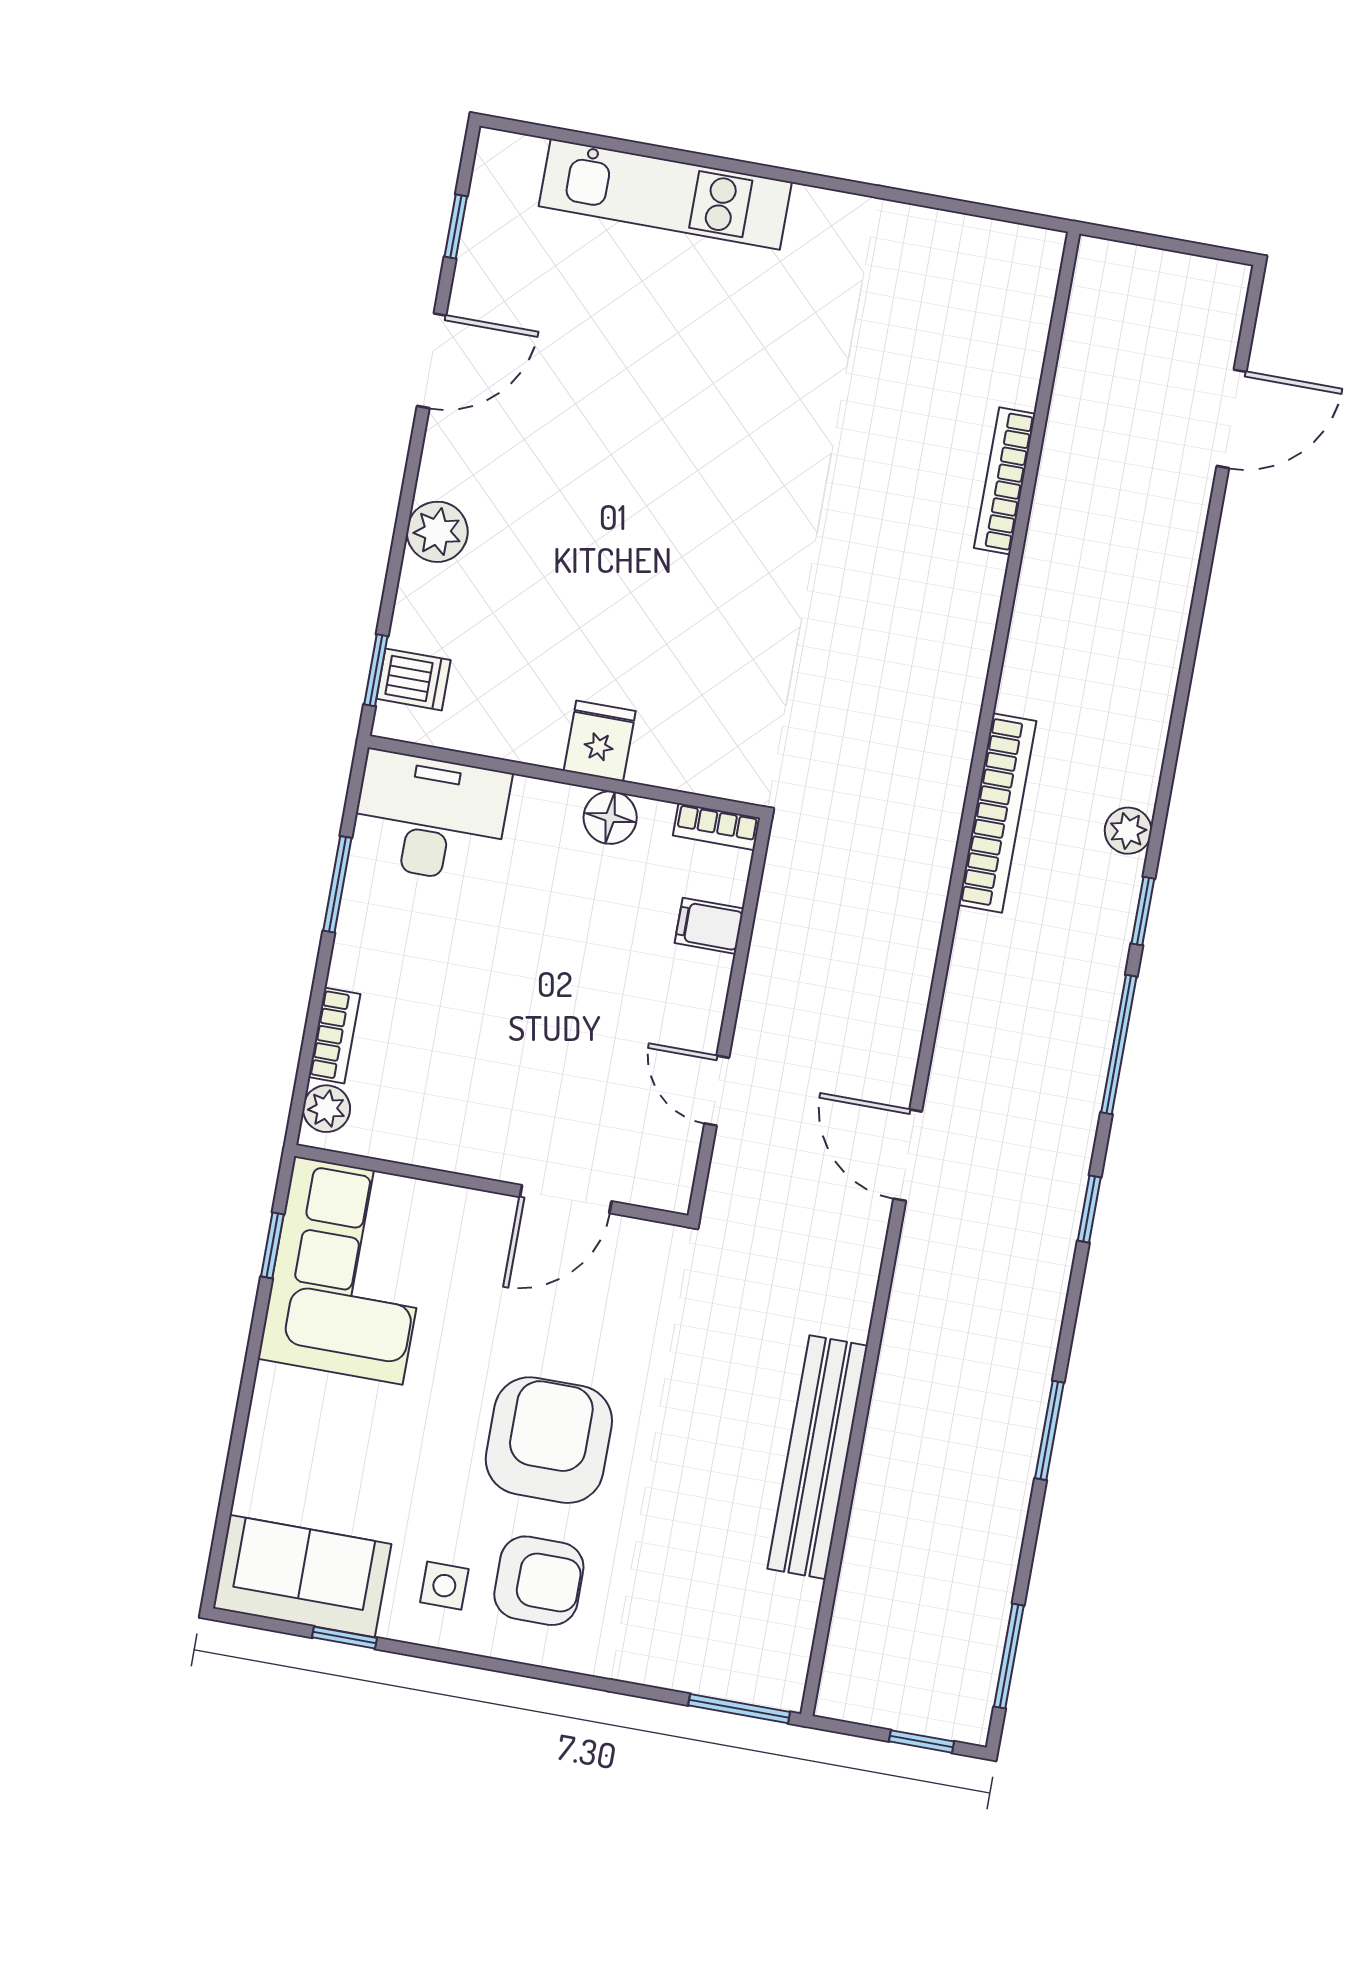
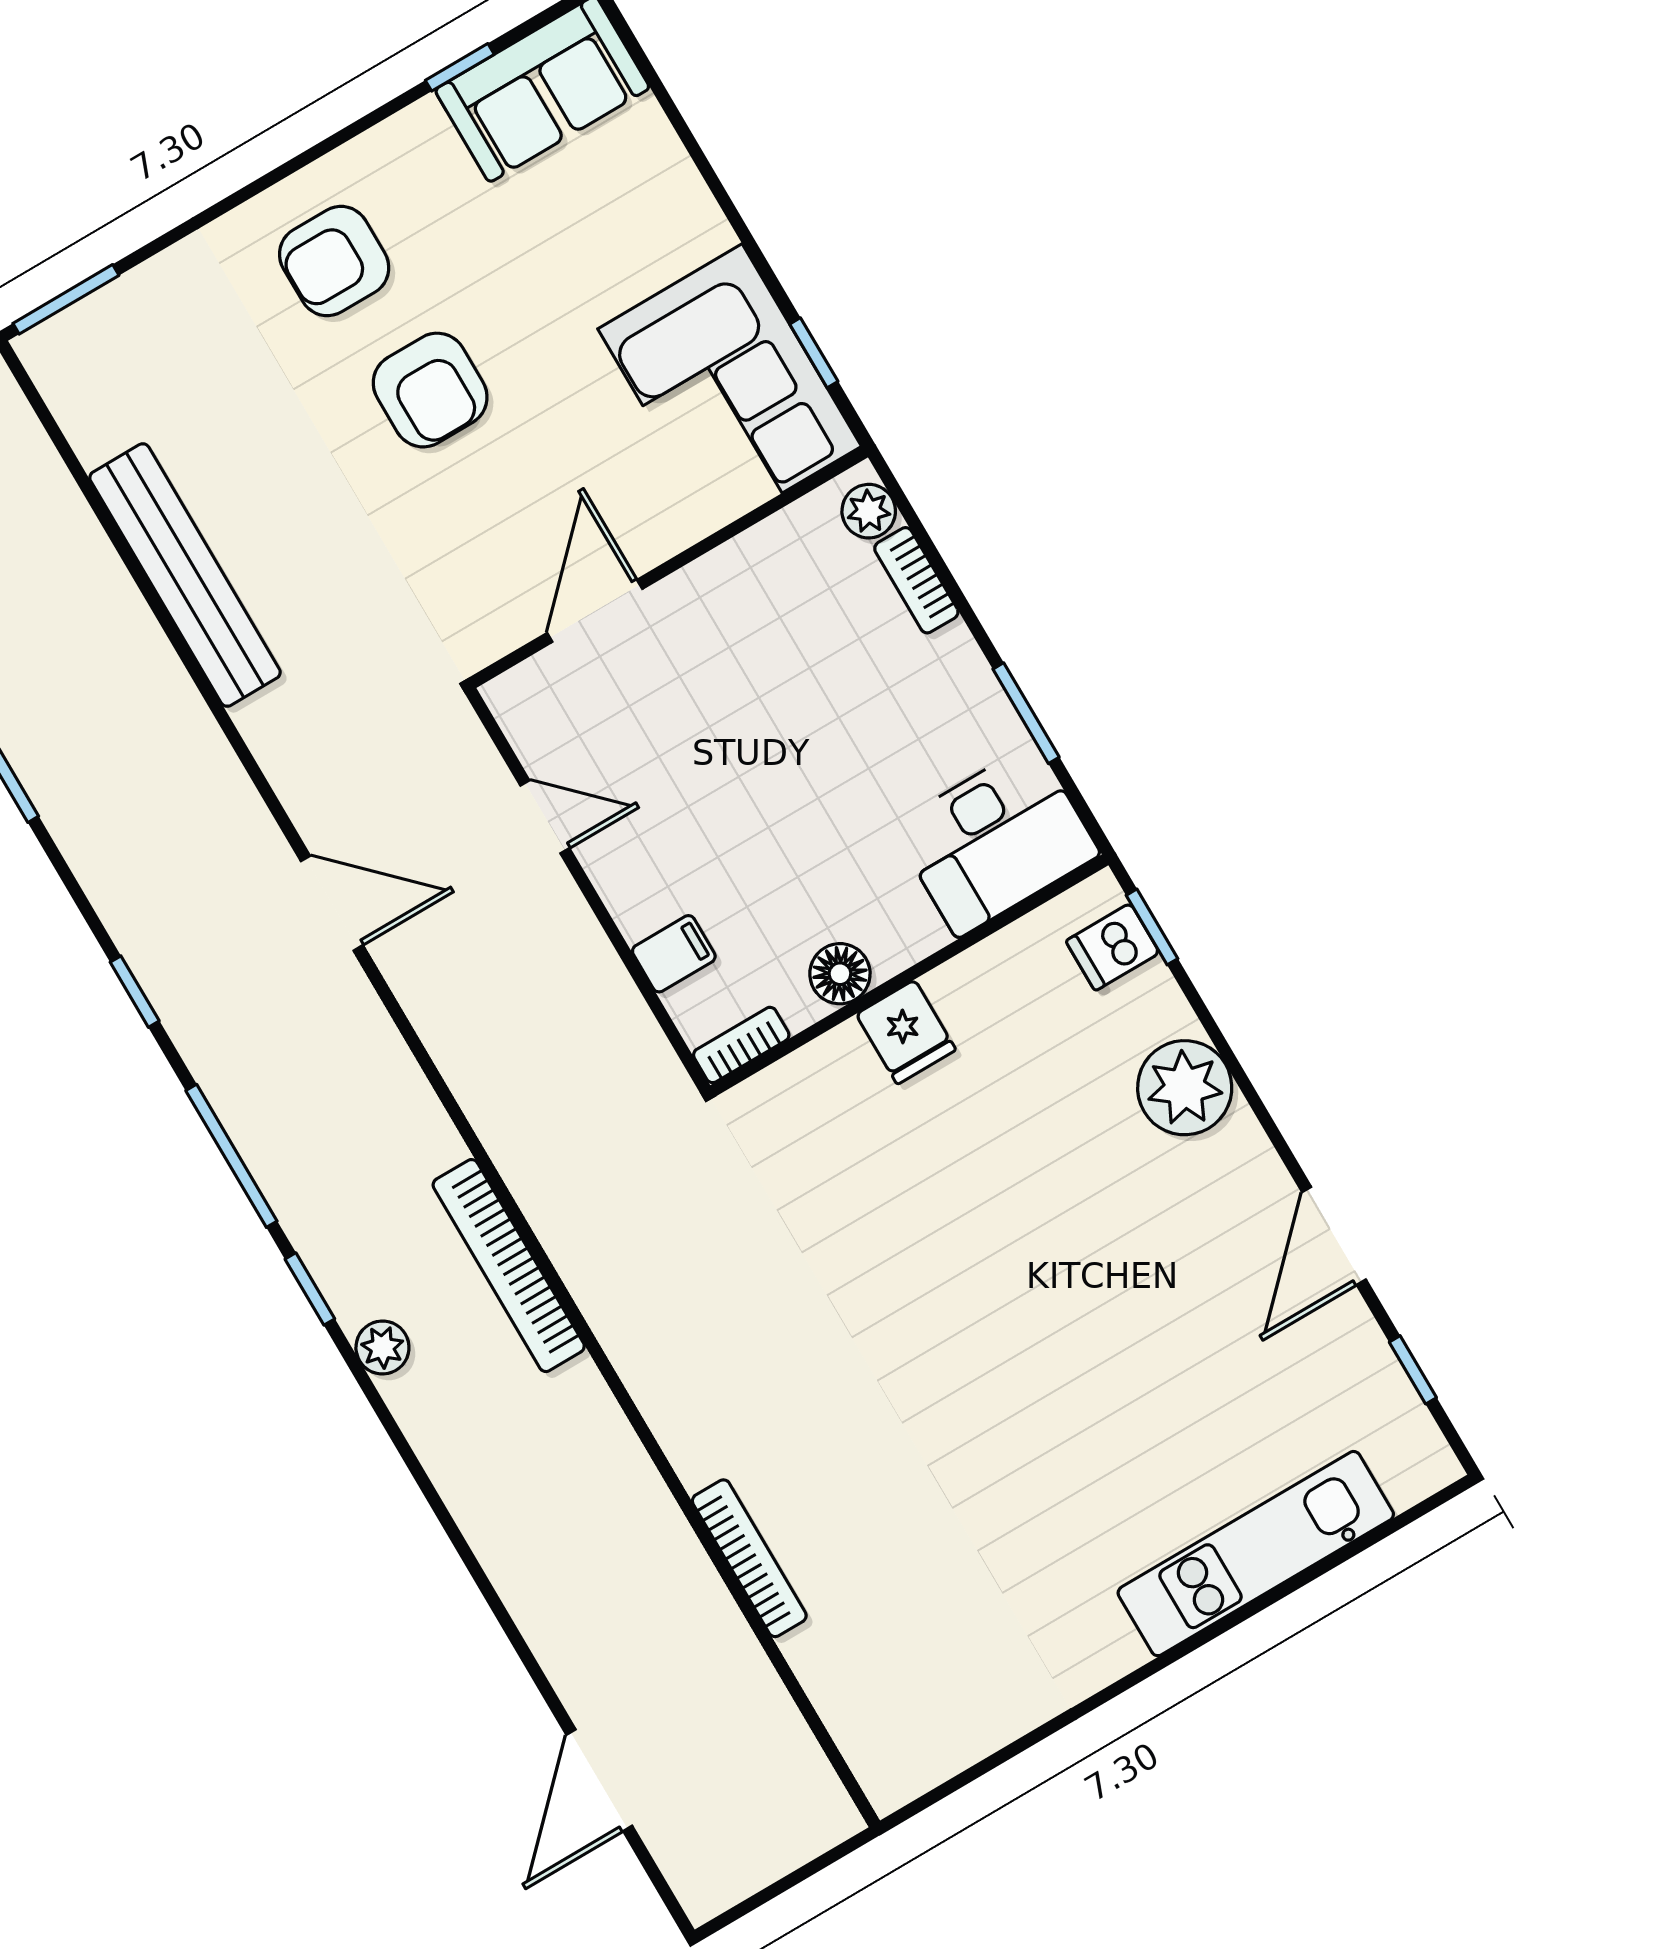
plant: (437, 532) -> (1185, 1088), width x1.36, depth x1.36
armchair: (549, 1440) -> (430, 390), width x0.73, depth x0.73
side table: (444, 1586) -> (412, 186), removed

